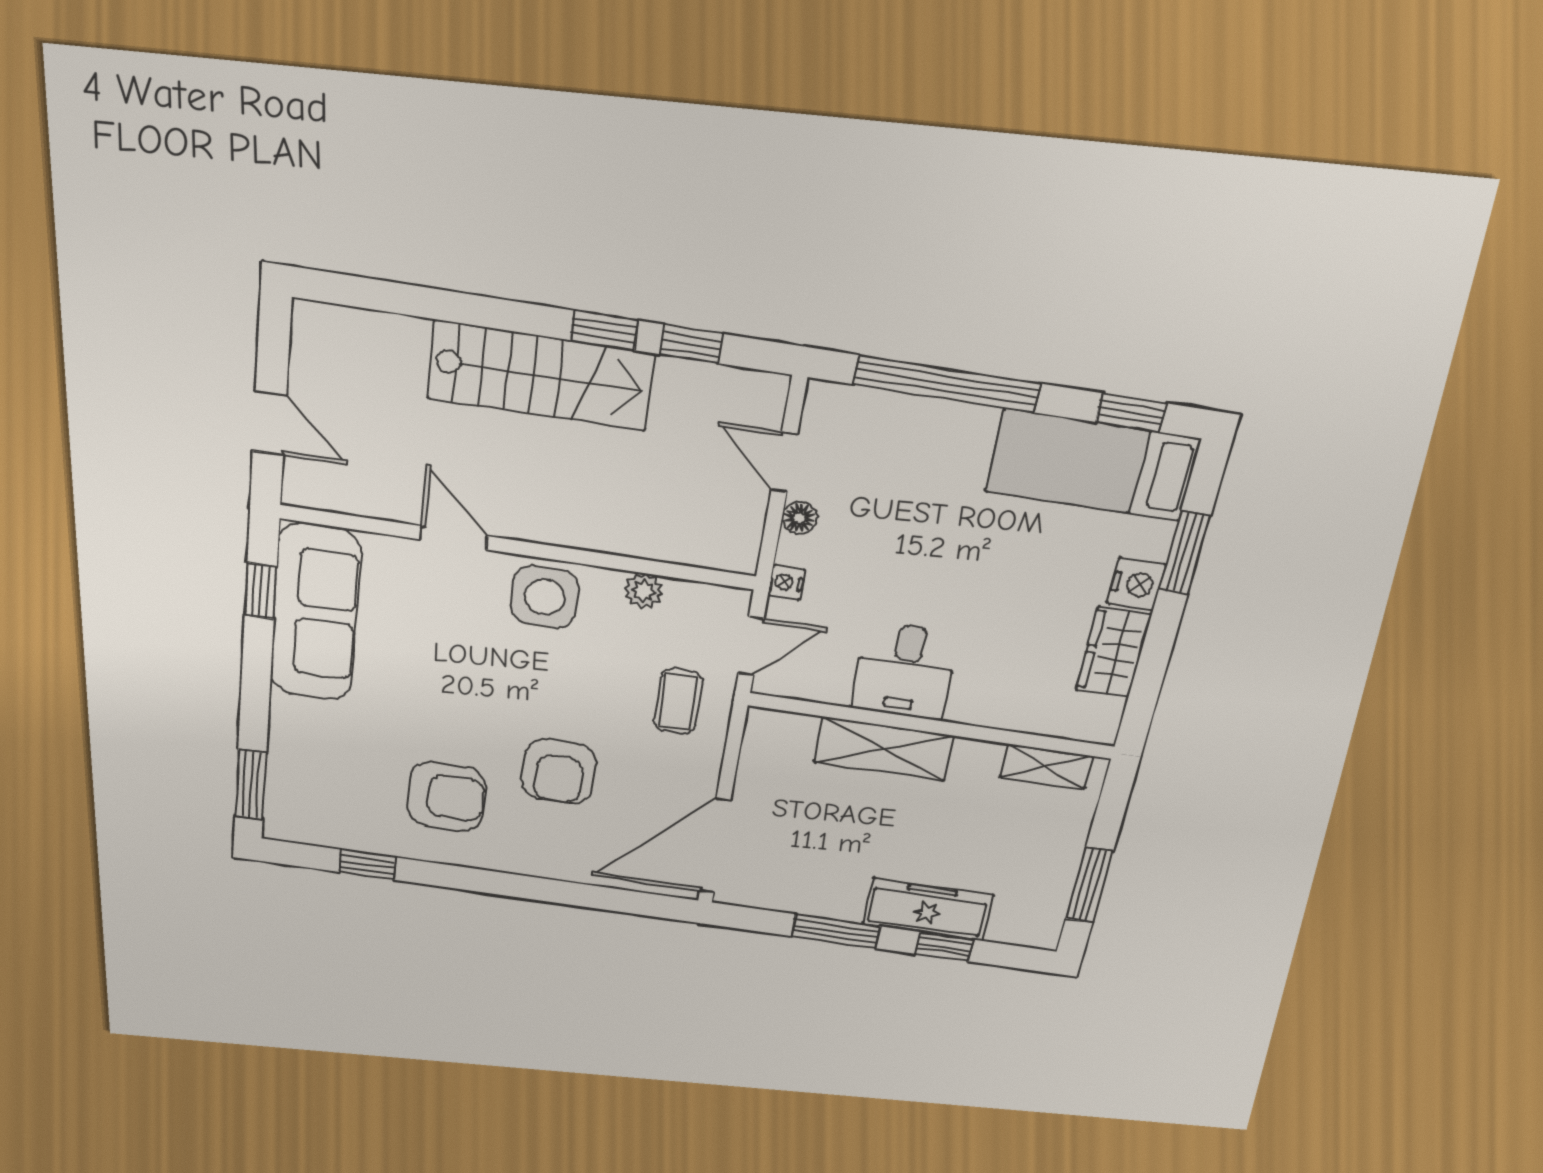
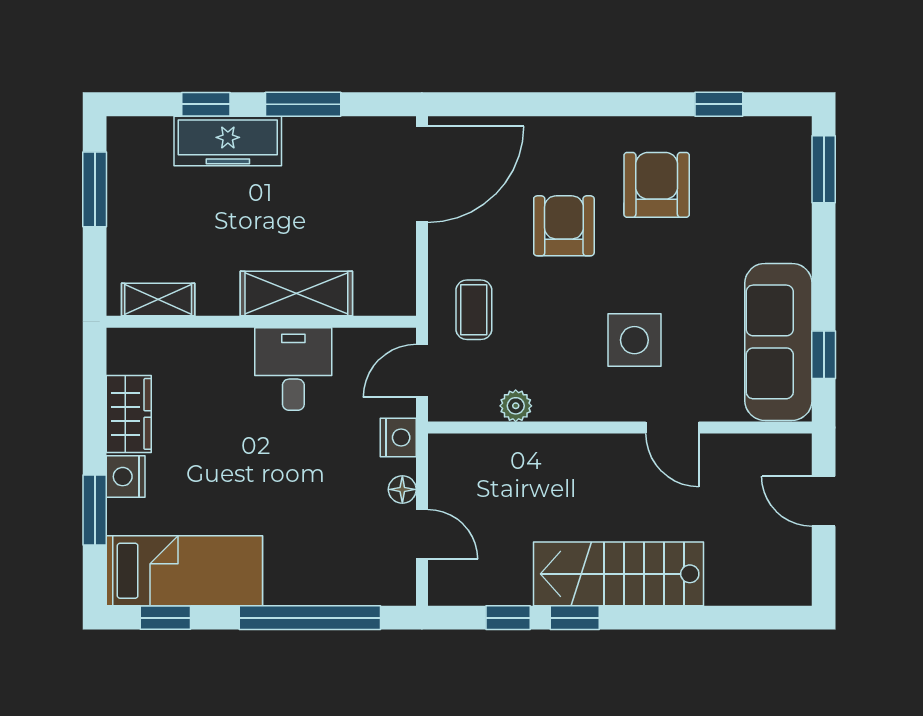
nightstand: (786, 583) -> (398, 438), width x1.39, depth x1.35
side table: (545, 597) -> (634, 340), moved
armchair: (446, 797) -> (657, 185), turned 90

